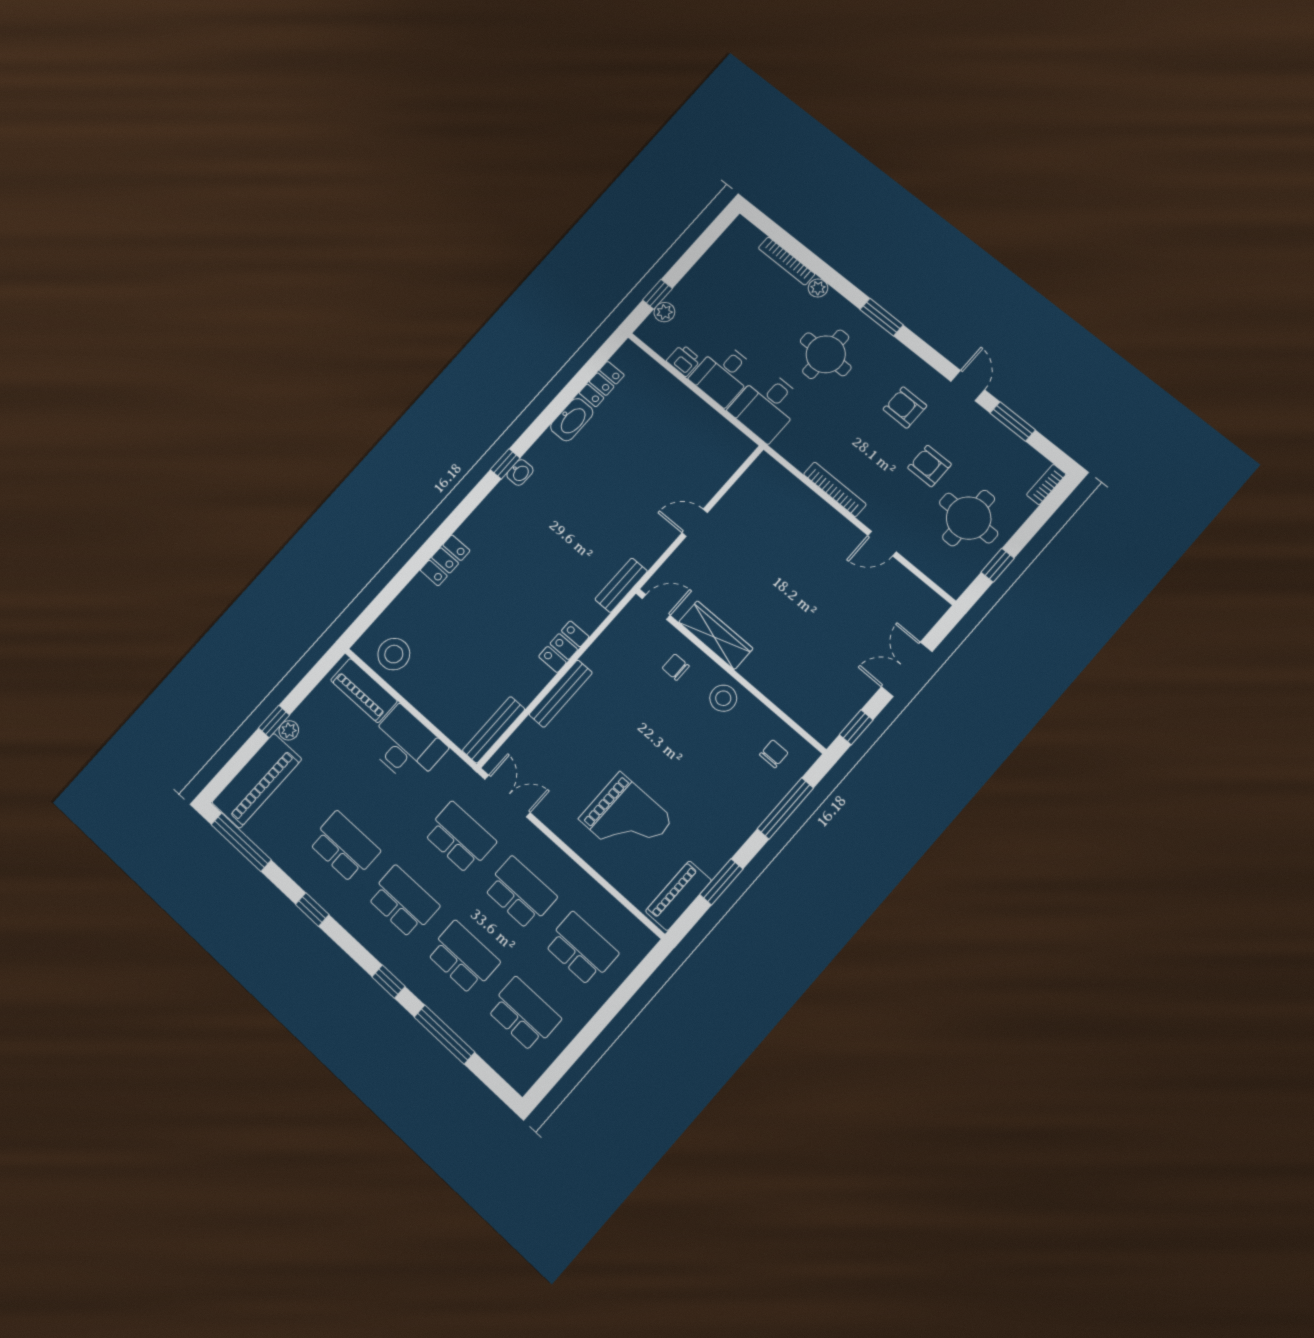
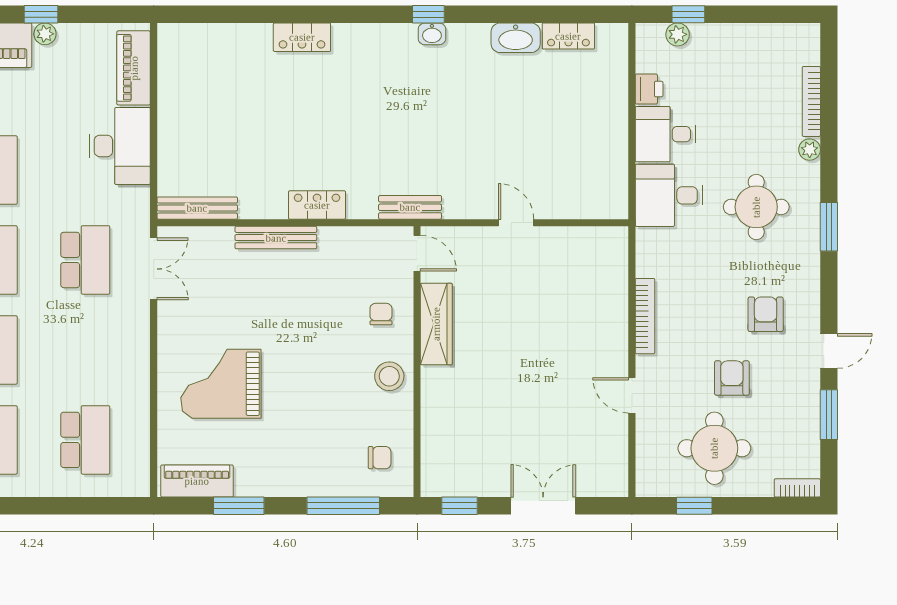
stool: (394, 654) -> (186, 65), removed
grand piano: (626, 819) -> (221, 384), turned 90
school desk: (520, 893) -> (85, 350), removed

